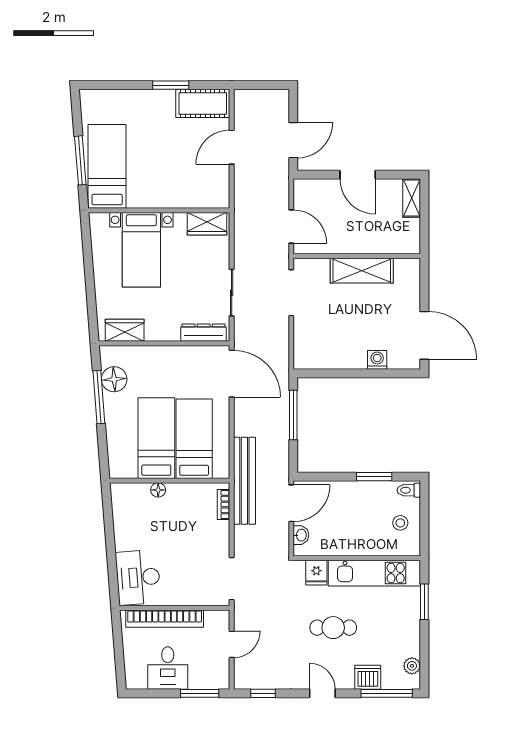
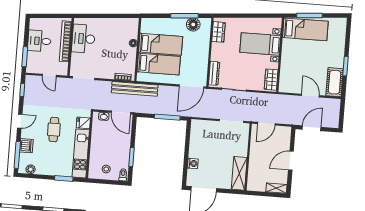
door: (293, 140) -> (312, 128), swing flipped
shelving: (362, 271) -> (239, 173), moved
desk: (138, 577) -> (83, 39), moved, turned -86

